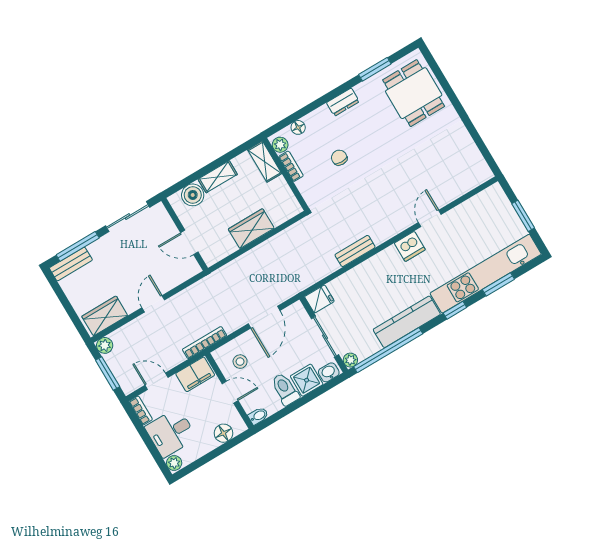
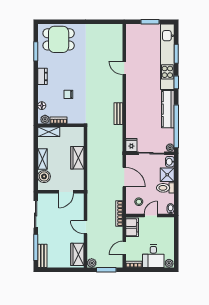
dishwasher: (410, 246) -> (132, 86), removed
floor lamp: (223, 433) -> (169, 231), removed

